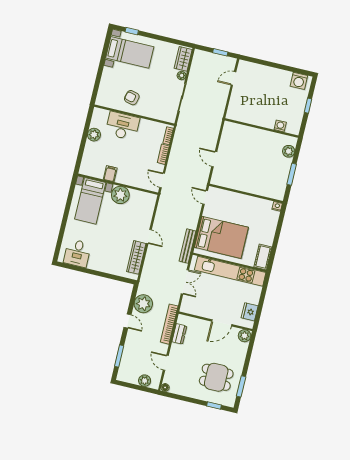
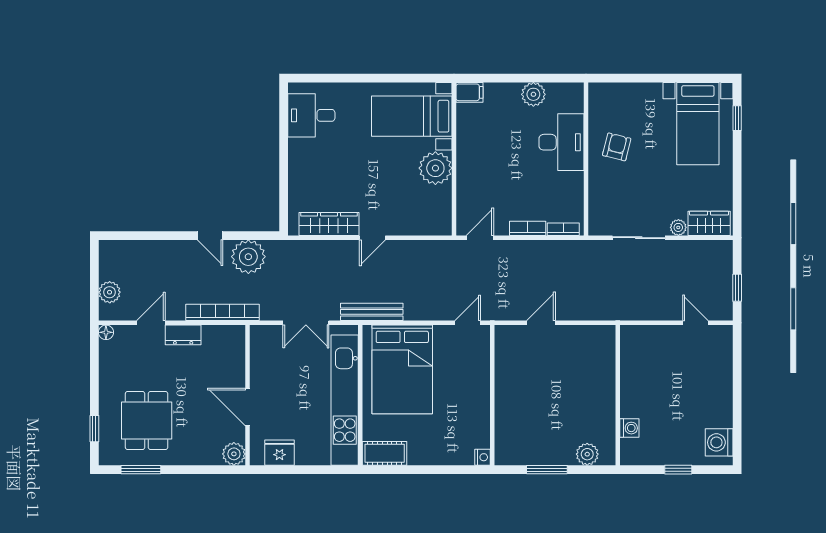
filing cabinet: (110, 174) -> (469, 92), moved
door: (127, 321) -> (210, 236), hinge flipped
dresser: (179, 334) -> (183, 335), moved
window: (119, 356) -> (143, 236), removed

